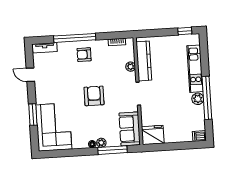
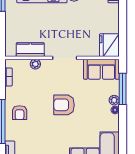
kitchen counter: (144, 61) -> (30, 50), width x0.67

